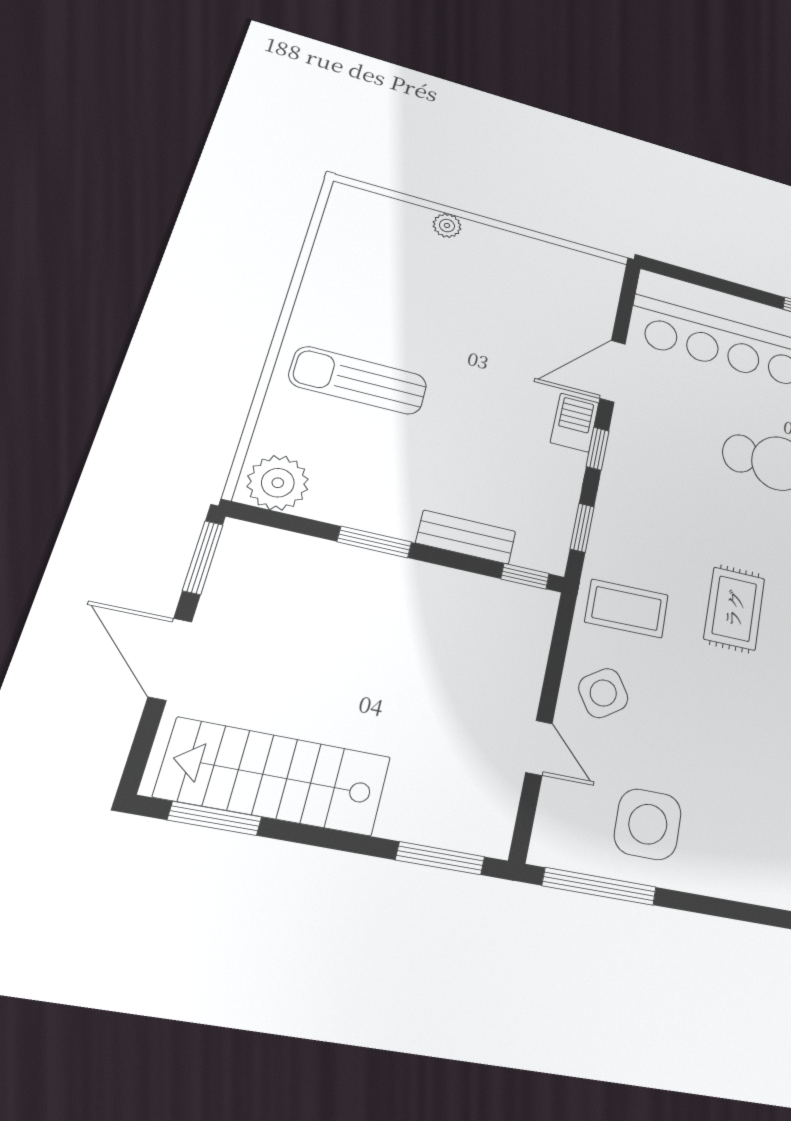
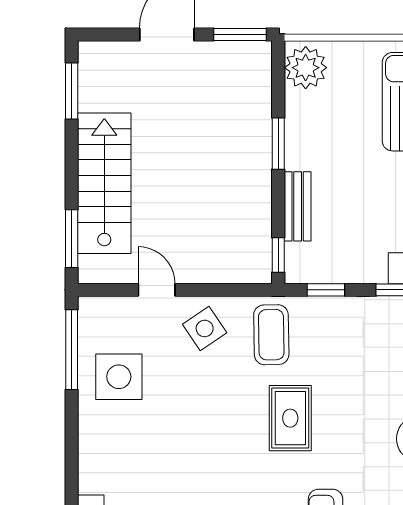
rug: (734, 609) -> (290, 418), turned 90
door: (539, 748) -> (157, 290), swing flipped
stairs: (274, 777) -> (104, 183), moved

